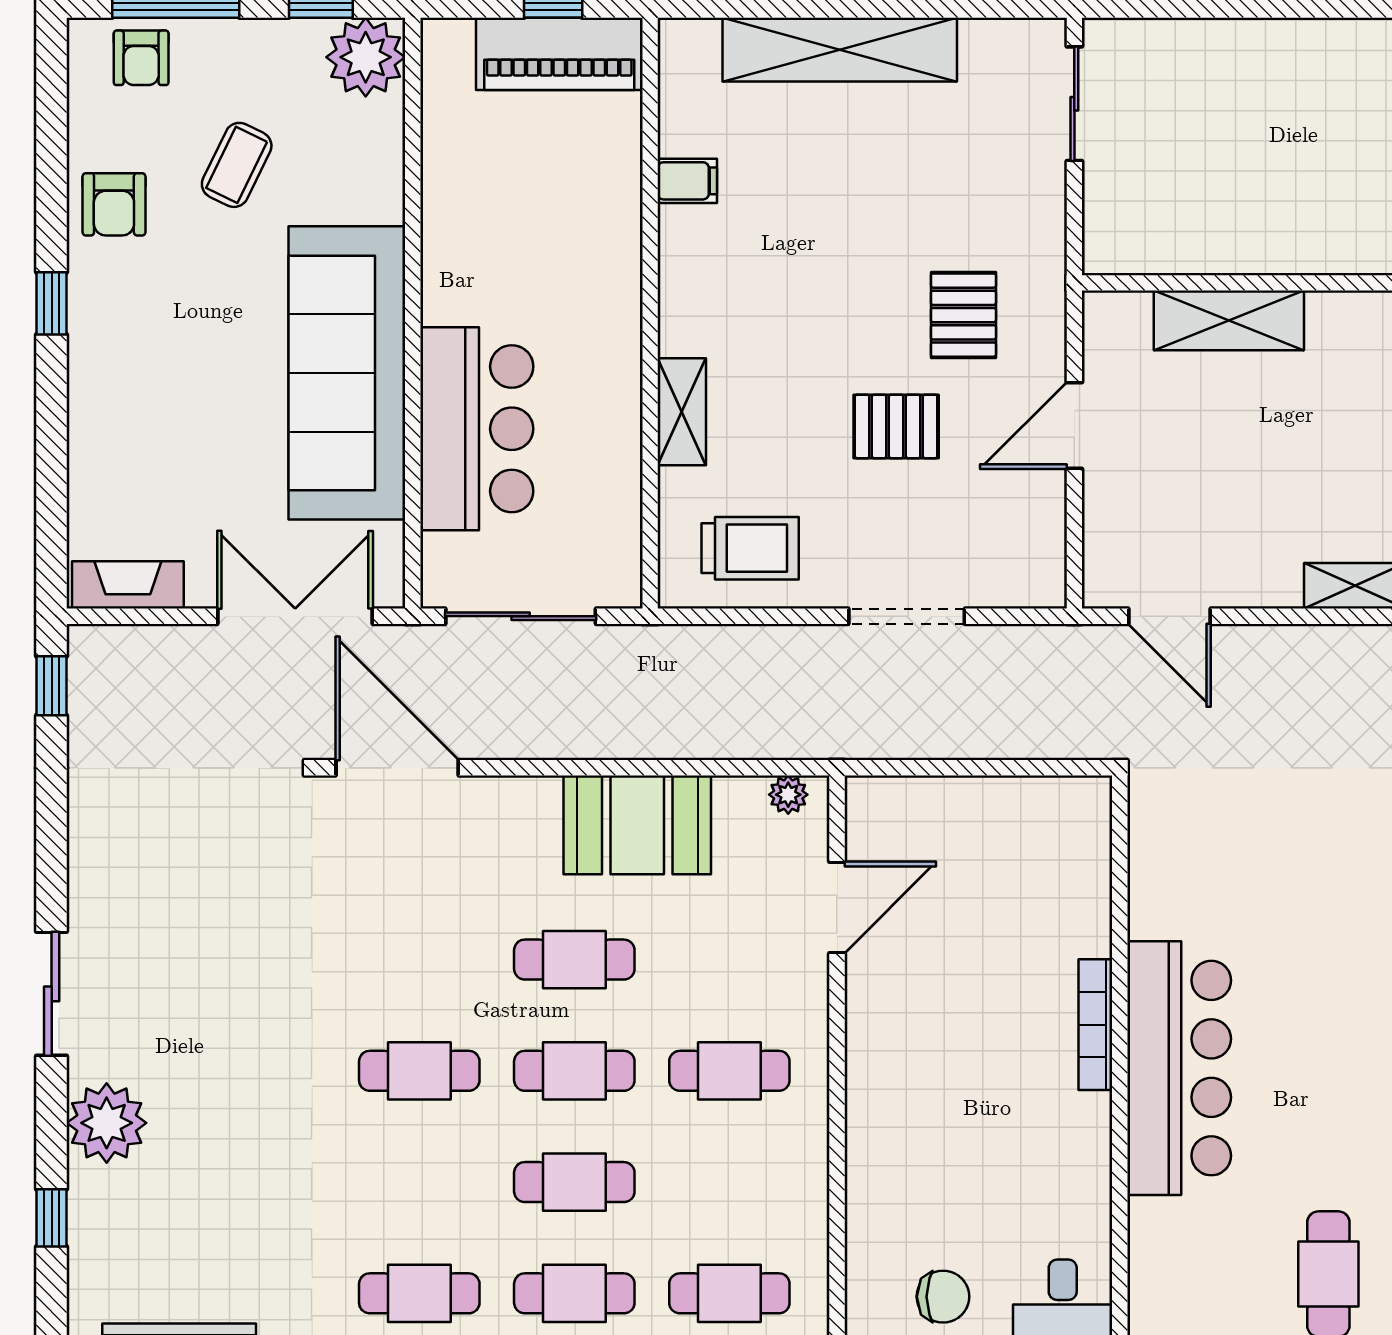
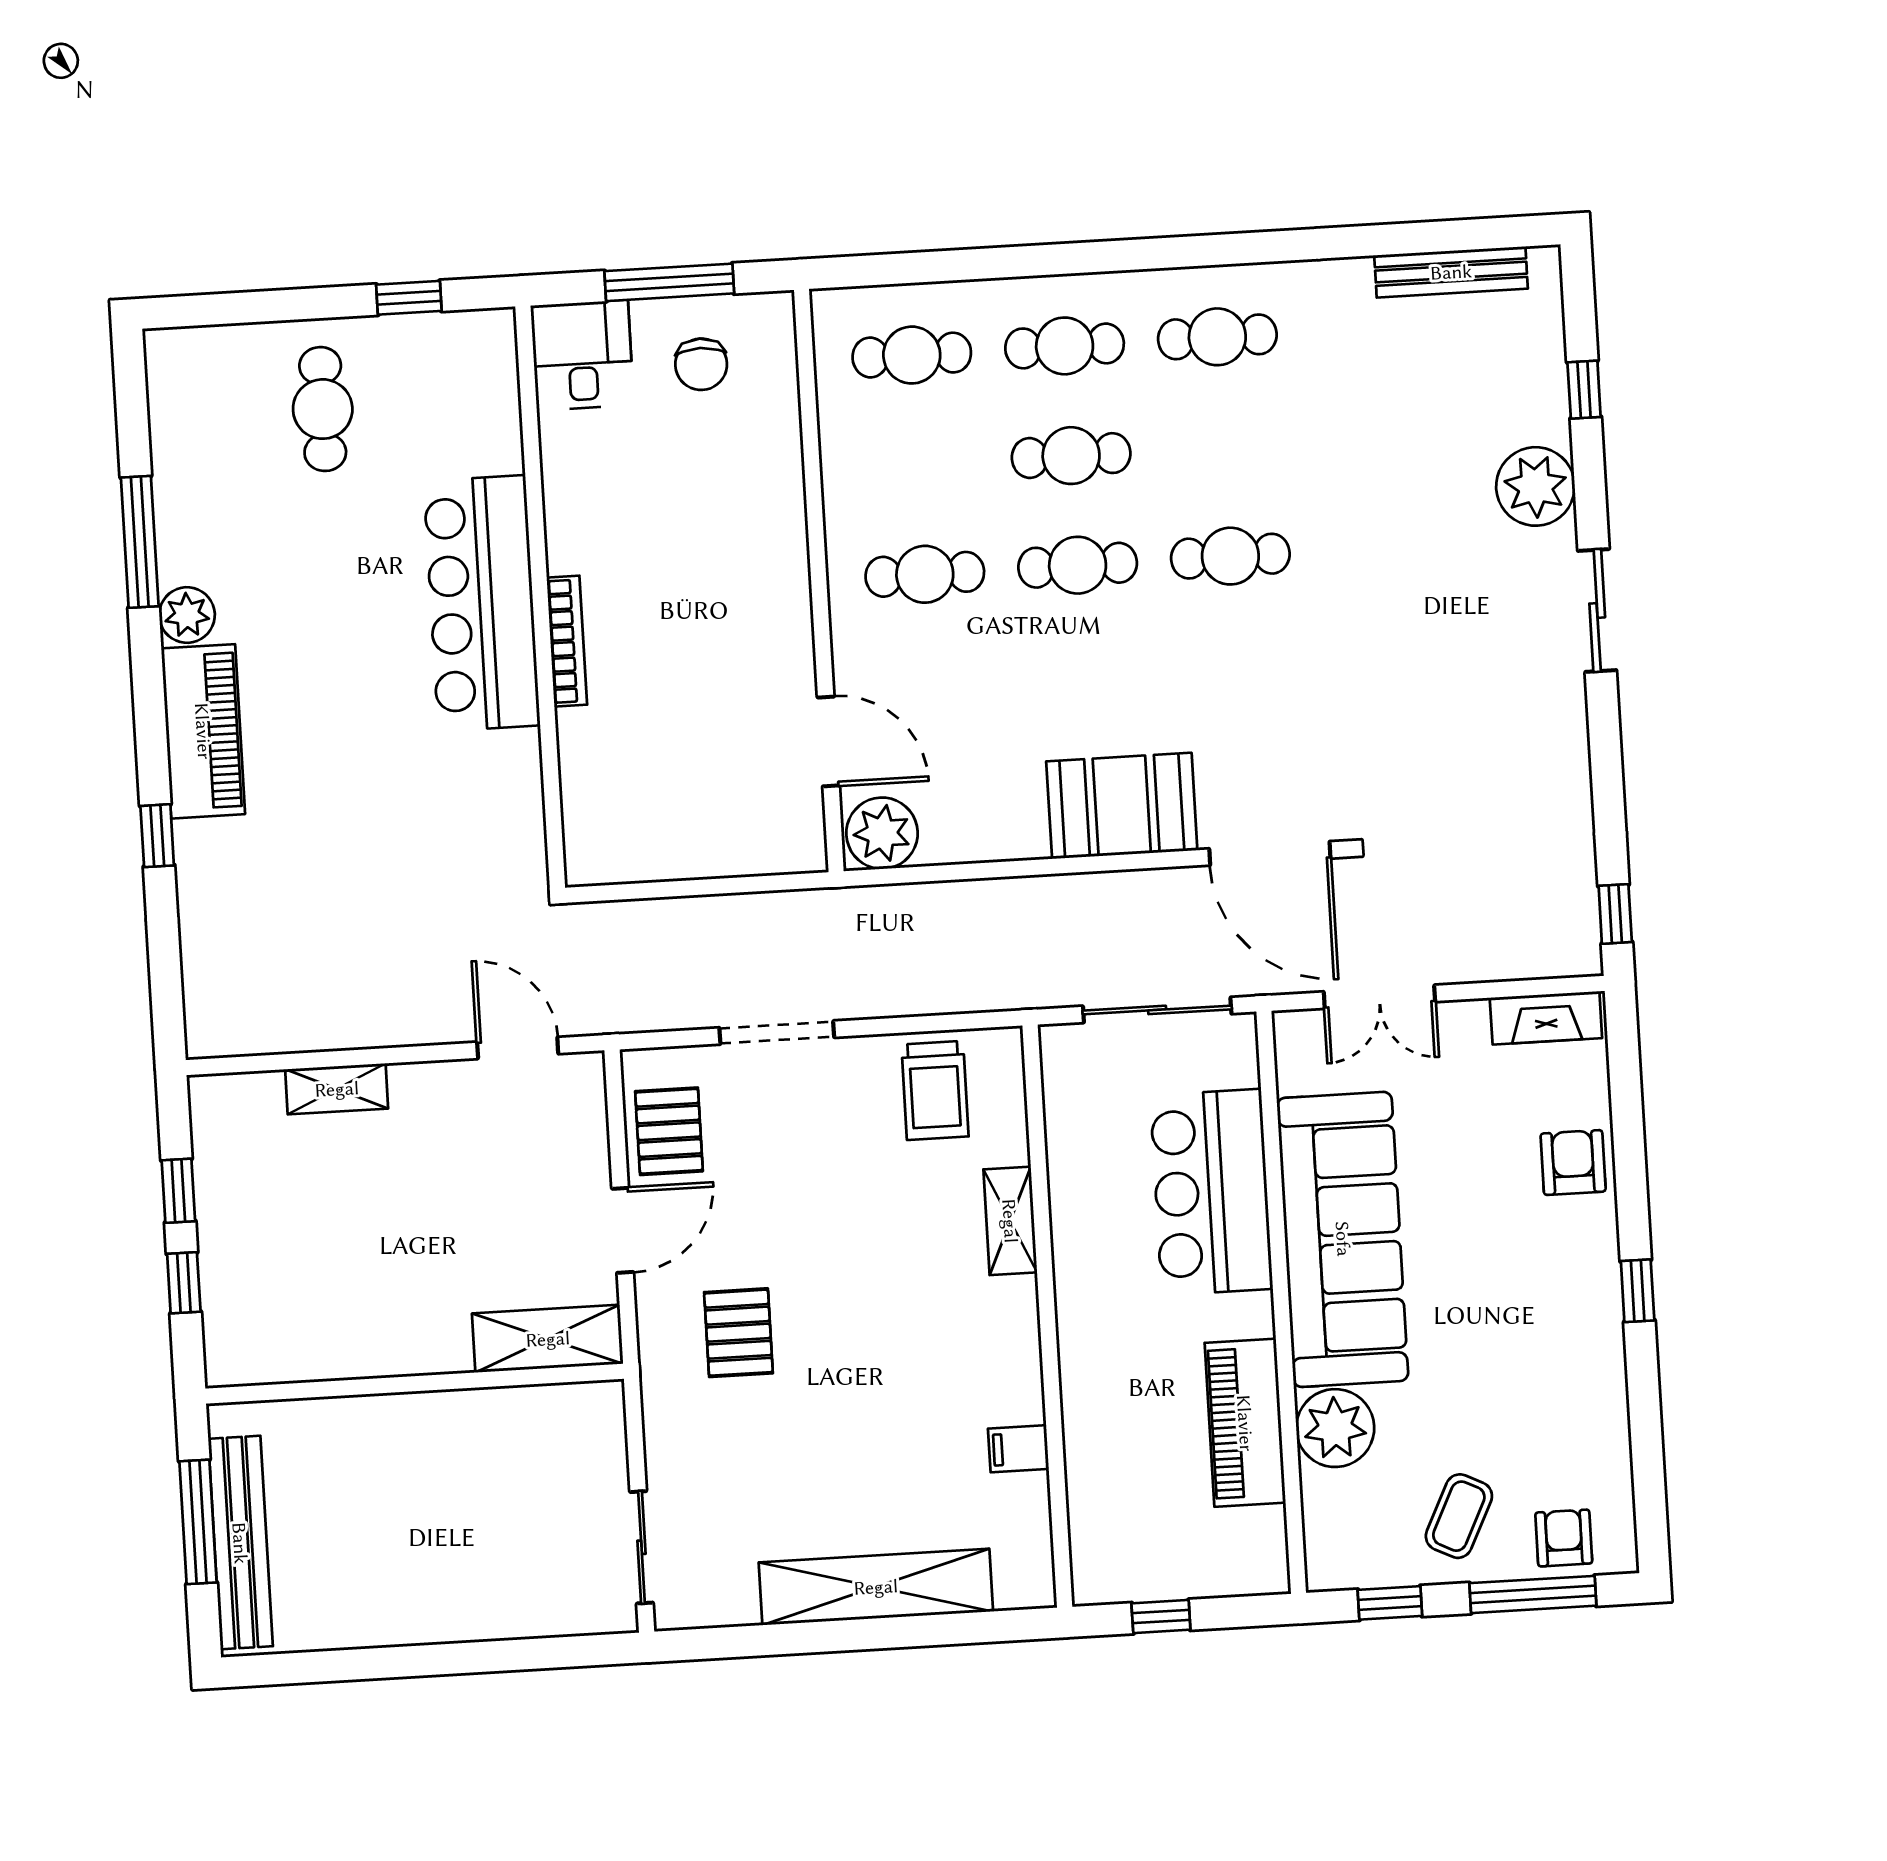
piano: (559, 54) -> (1245, 1423), moved, turned -90
plant: (366, 57) -> (1335, 1428), moved
coffee table: (237, 165) -> (1459, 1516), moved
armchair: (114, 204) -> (1573, 1163), moved
shelving: (1229, 320) -> (548, 1339), moved
pallet: (896, 426) -> (669, 1131), moved, turned 90
trolley: (750, 548) -> (935, 1090), turned -90
double door: (295, 616) -> (1379, 997), width x0.73
plant: (788, 795) -> (882, 833), width x1.87, depth x1.87
booth: (637, 825) -> (1122, 806), moved
door: (837, 908) -> (828, 741), swing flipped
cafe table: (574, 960) -> (1084, 675), removed
chair: (943, 1297) -> (701, 364), turned -90

